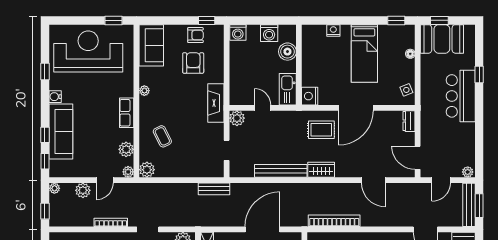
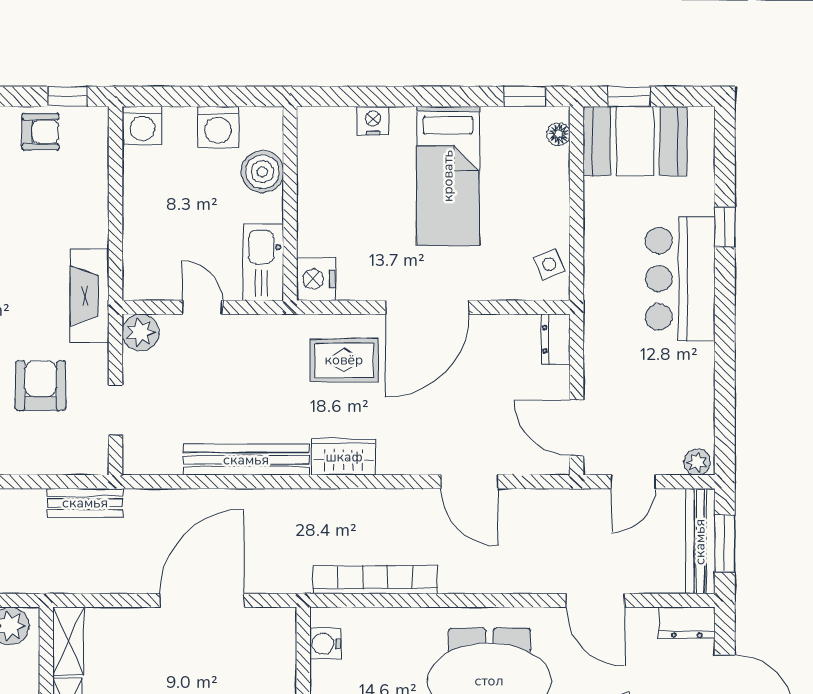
floor lamp: (410, 54) -> (559, 134), moved
armchair: (193, 63) -> (41, 386), moved

